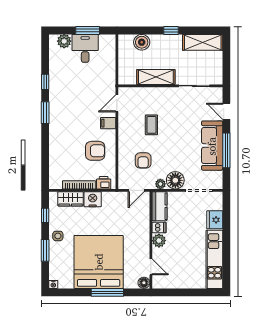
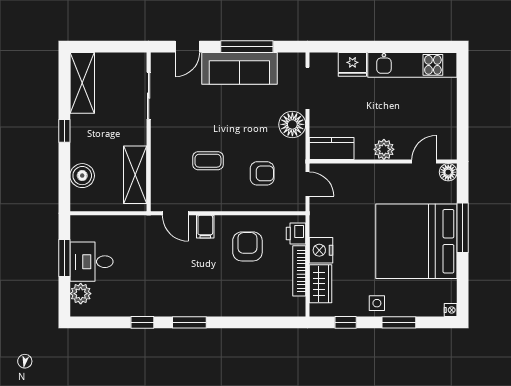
shelving: (156, 77) -> (135, 175), moved
plant: (160, 184) -> (298, 147), removed
dishwasher: (159, 228) -> (364, 149), removed

